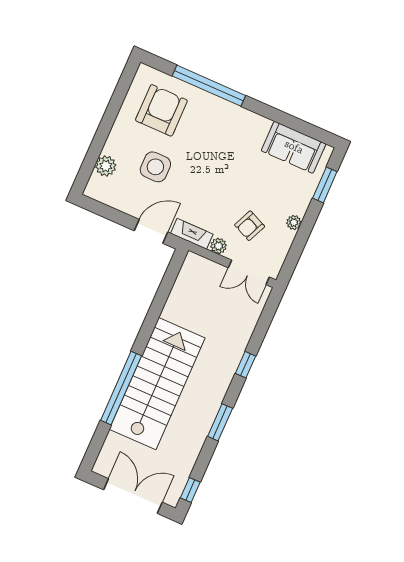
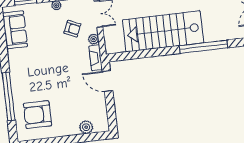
side table: (155, 167) -> (71, 100), removed
stairs: (157, 384) -> (163, 31), moved

